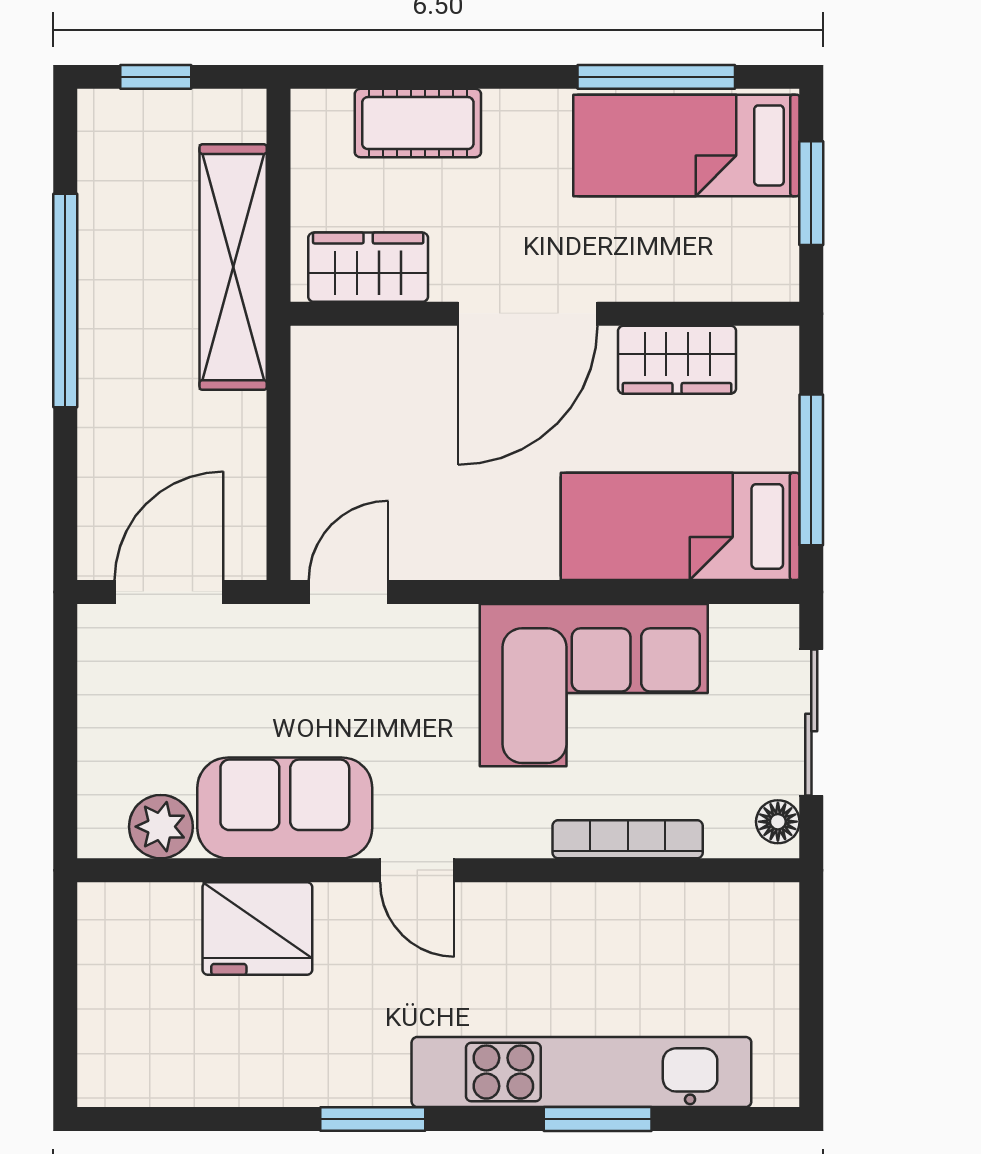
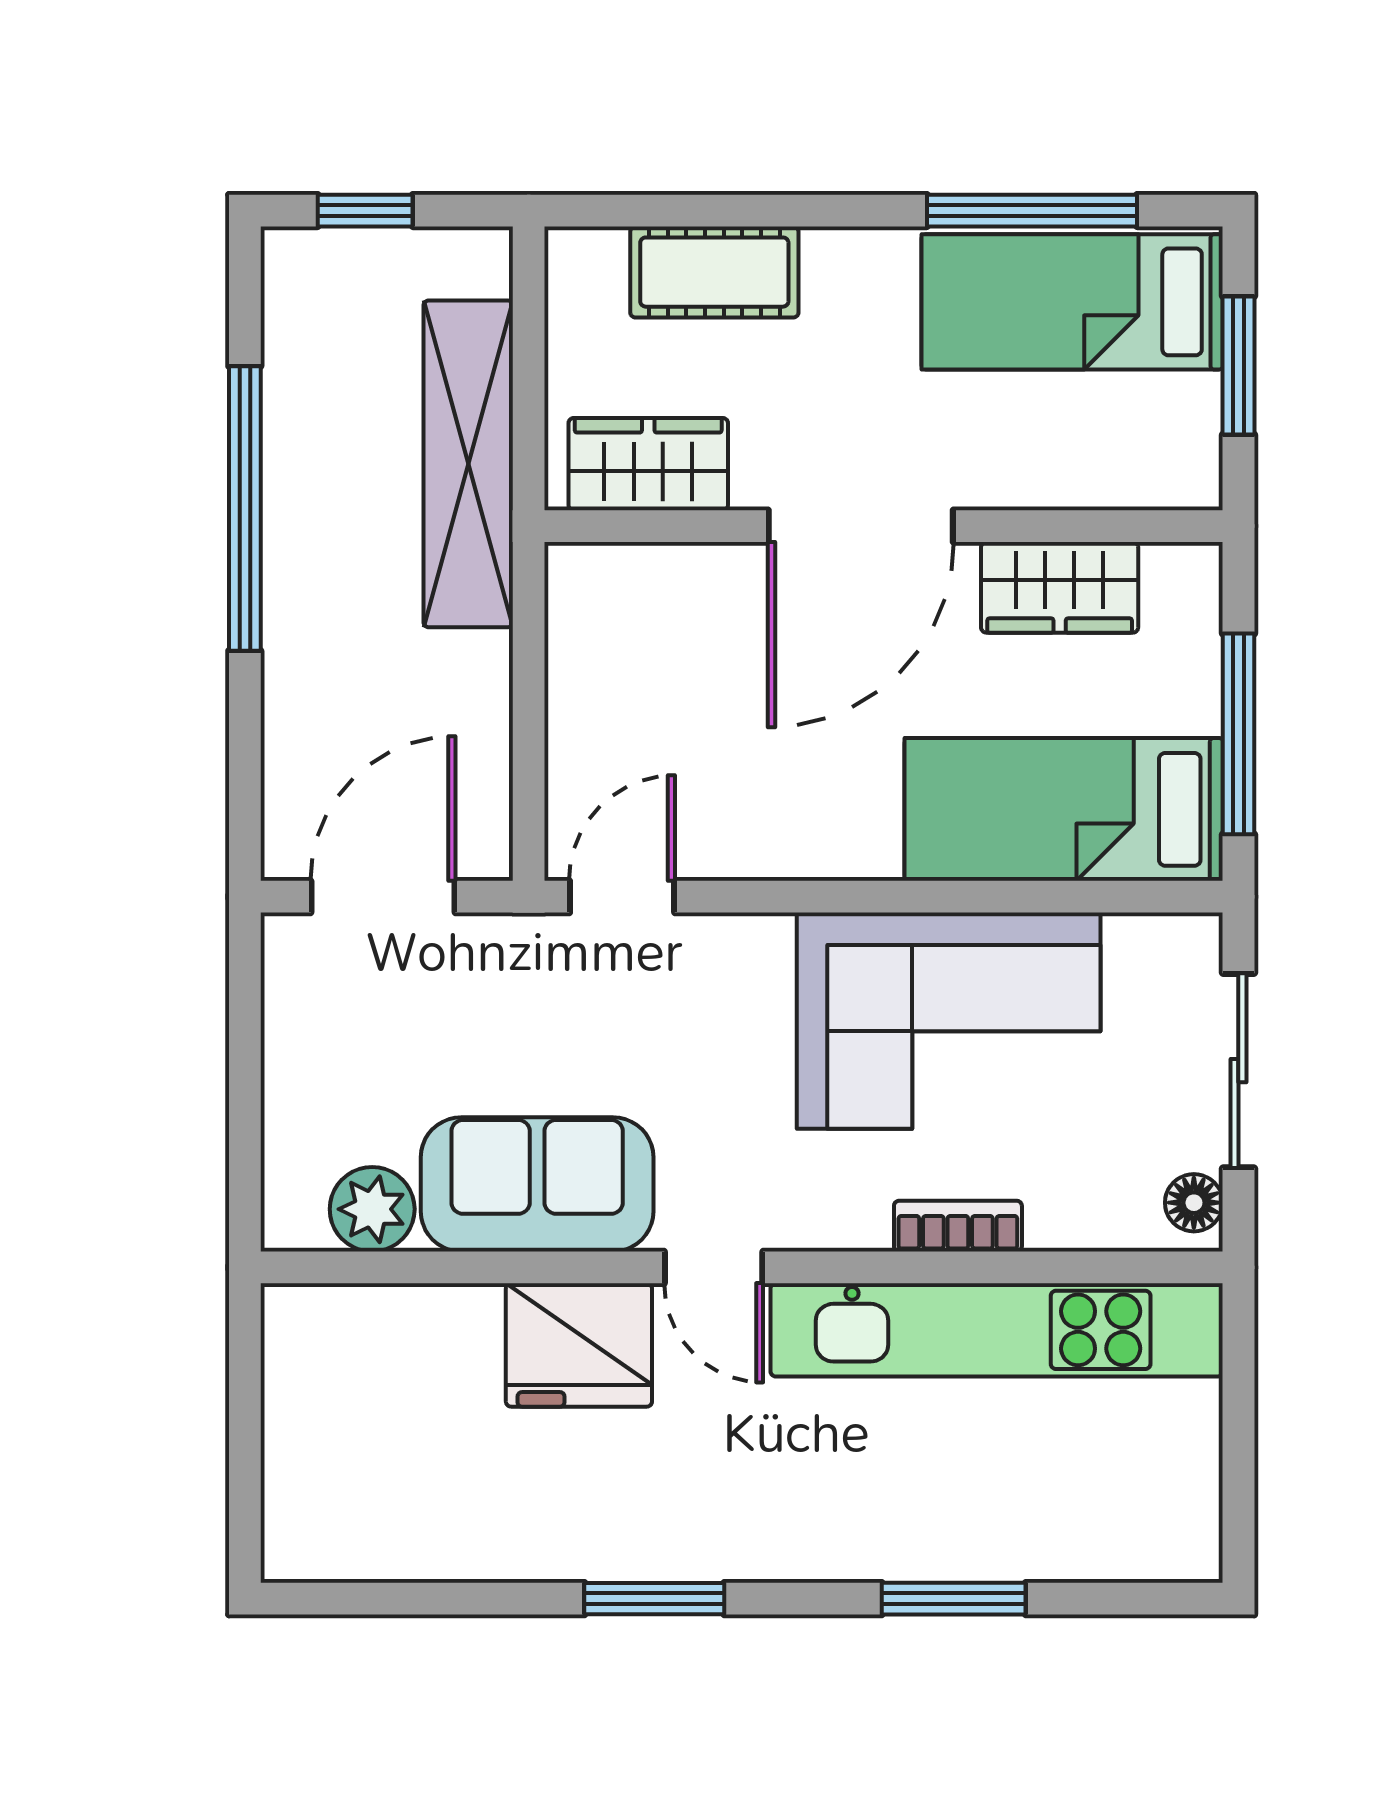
bookcase: (628, 839) -> (958, 1226), width x0.64
fridge: (257, 929) -> (579, 1345), moved
kitchen unit: (581, 1072) -> (997, 1330), moved, turned 180

